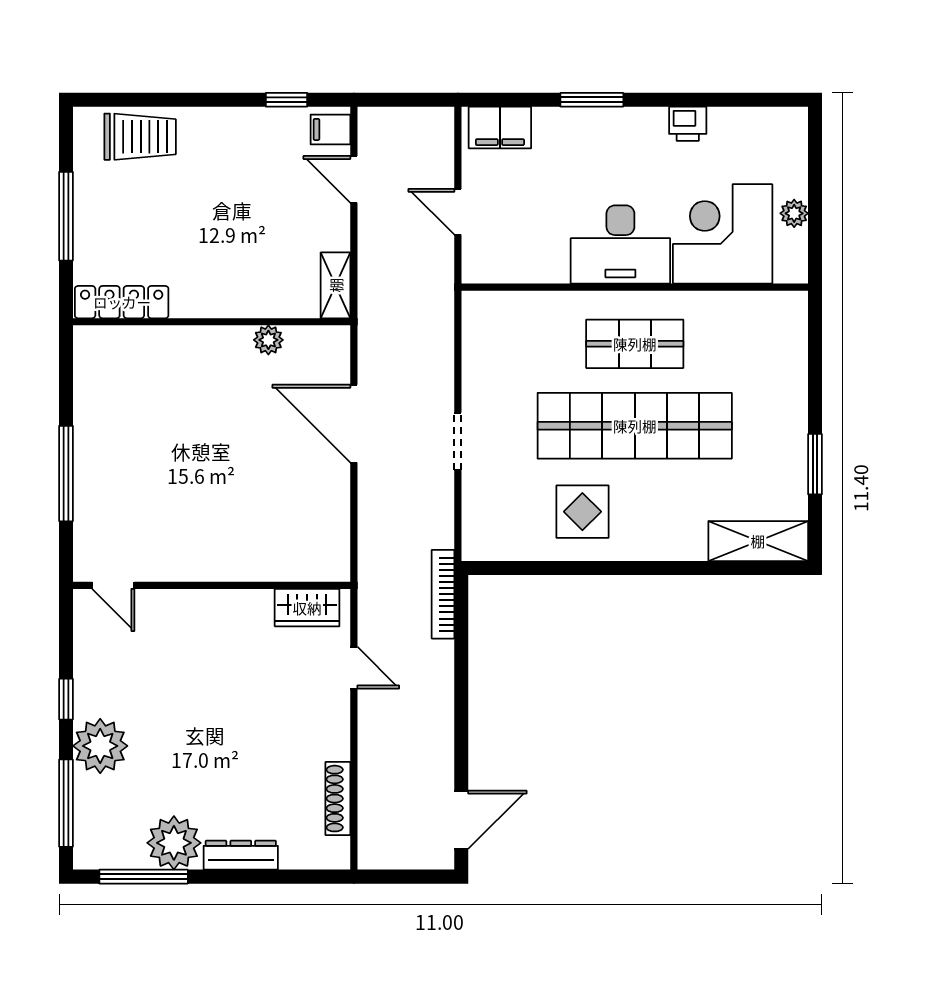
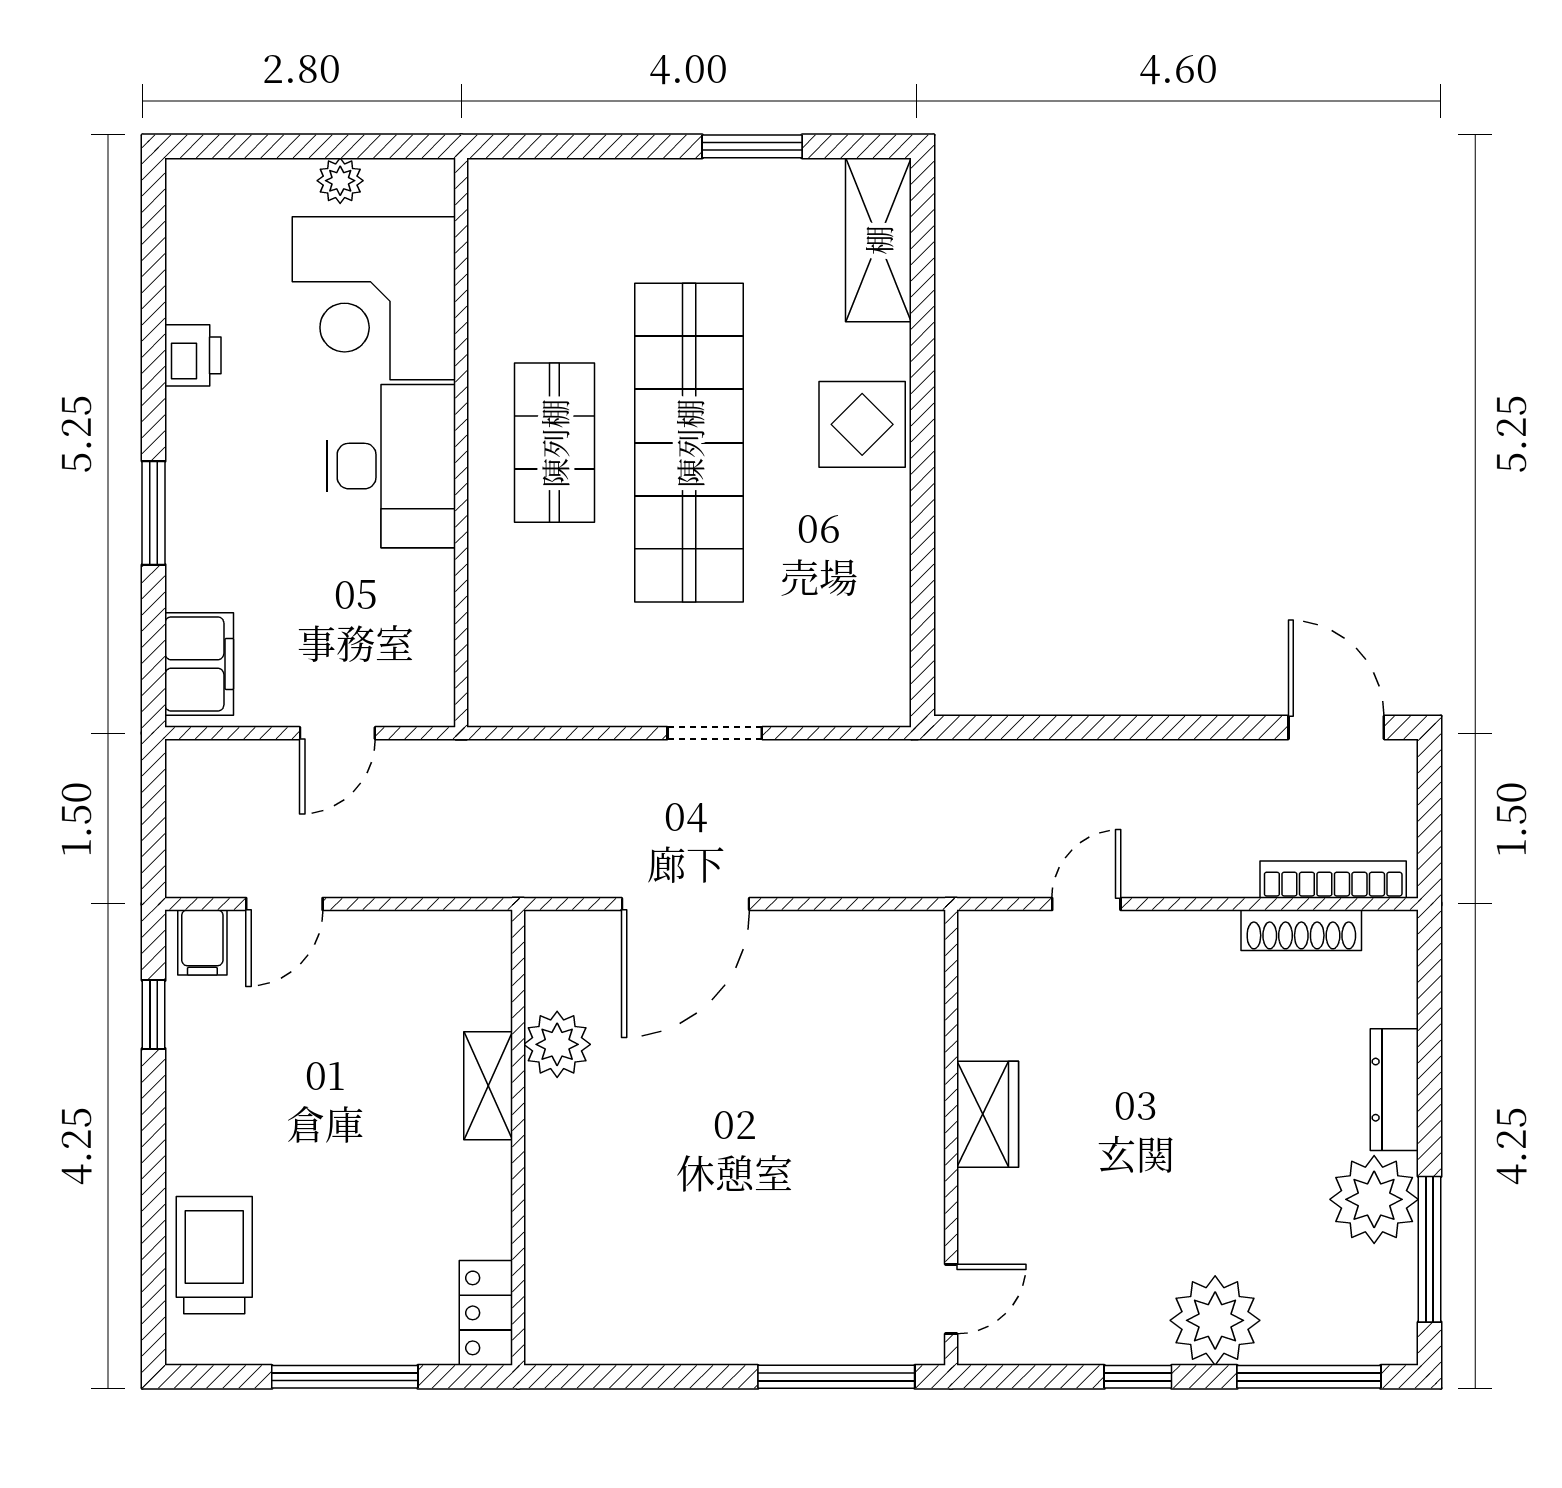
shelving: (336, 285) -> (488, 1086), moved, turned 90
locker: (122, 302) -> (486, 1313), width x0.66
plant: (268, 340) -> (557, 1044), width x1.38, depth x1.38
window: (66, 474) -> (836, 1377), moved
display table: (582, 512) -> (862, 424), moved
bookcase: (443, 594) -> (1333, 880), moved, turned 180
wardrobe: (307, 608) -> (988, 1114), moved

